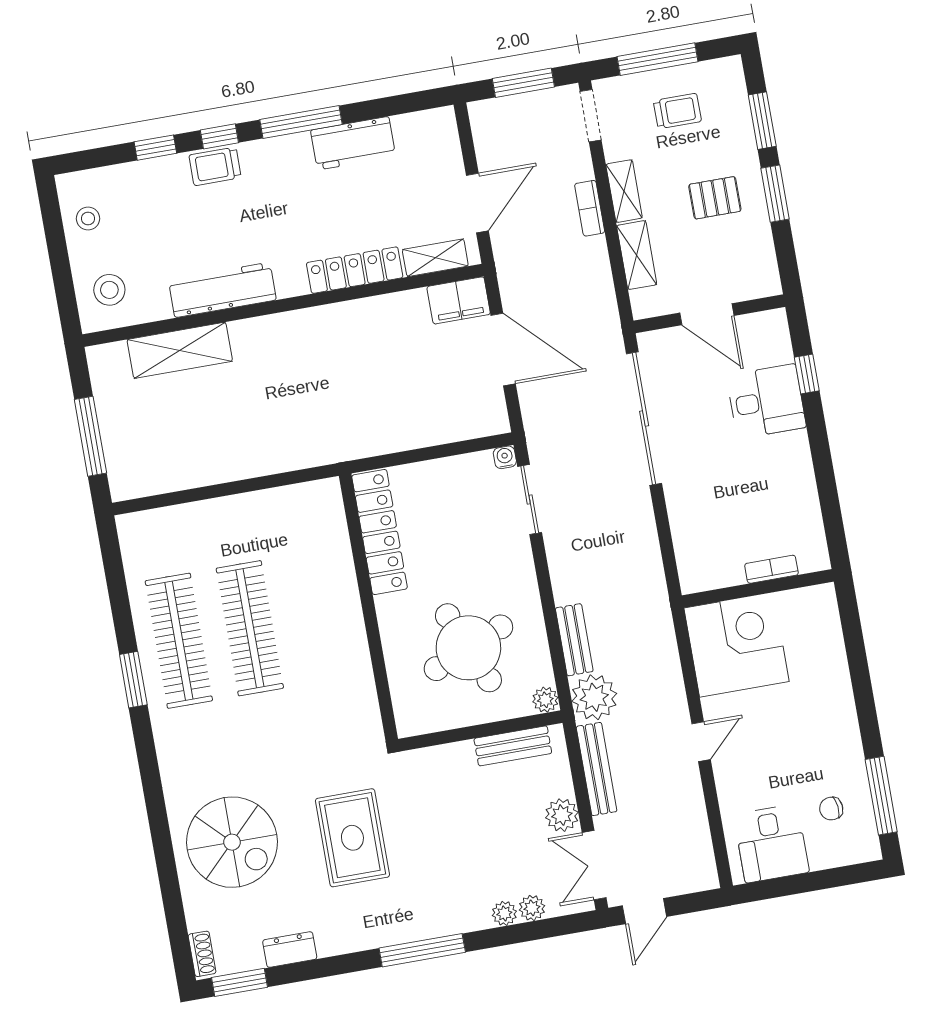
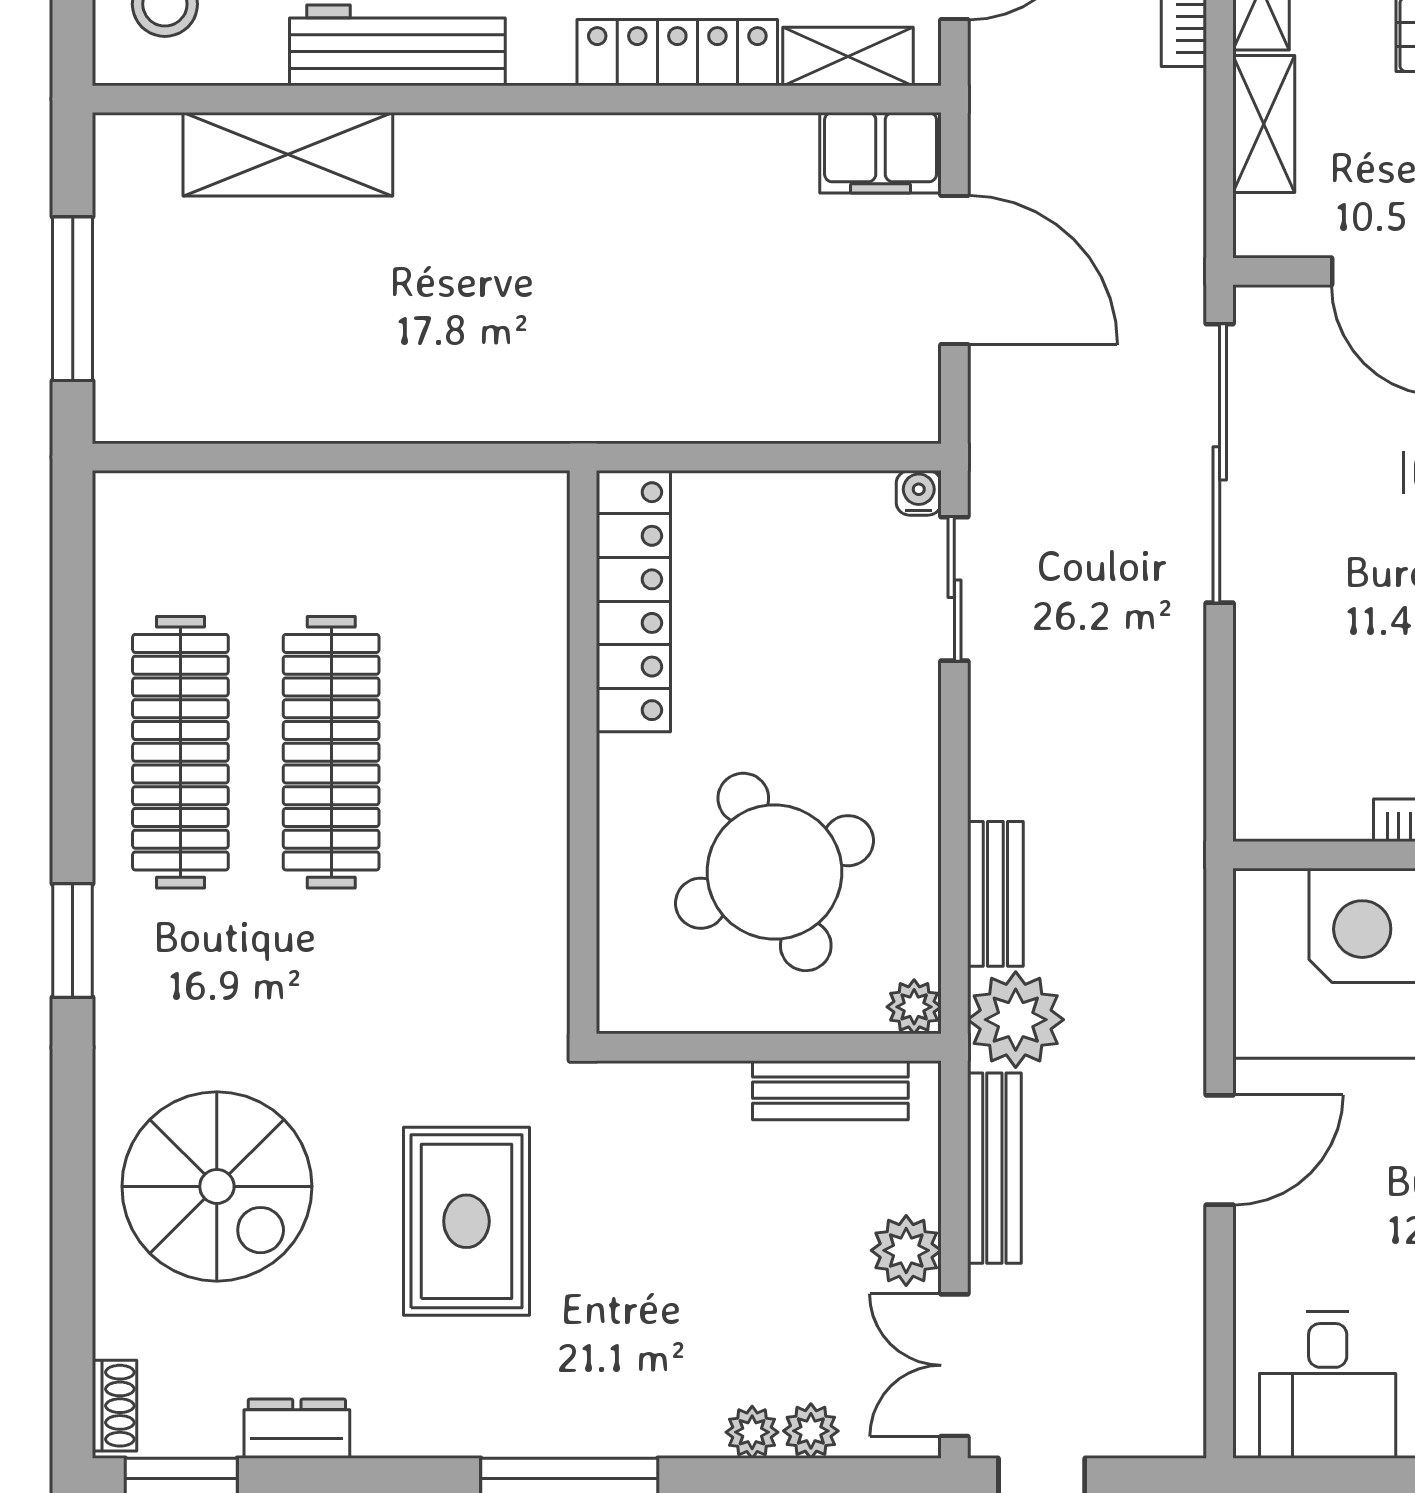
window: (133, 680) -> (73, 940), moved
door: (701, 742) -> (1220, 1150), width x1.38

